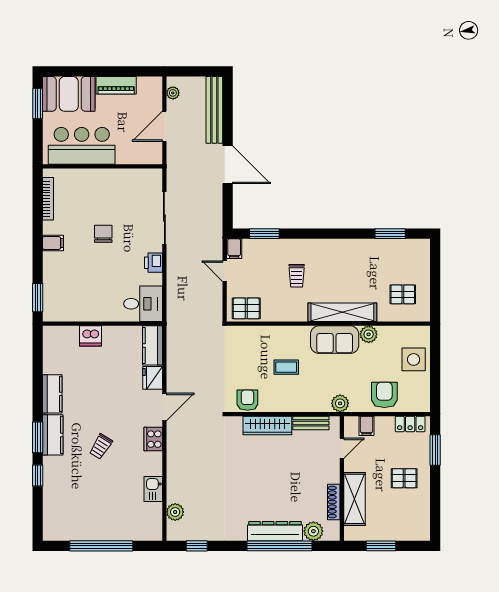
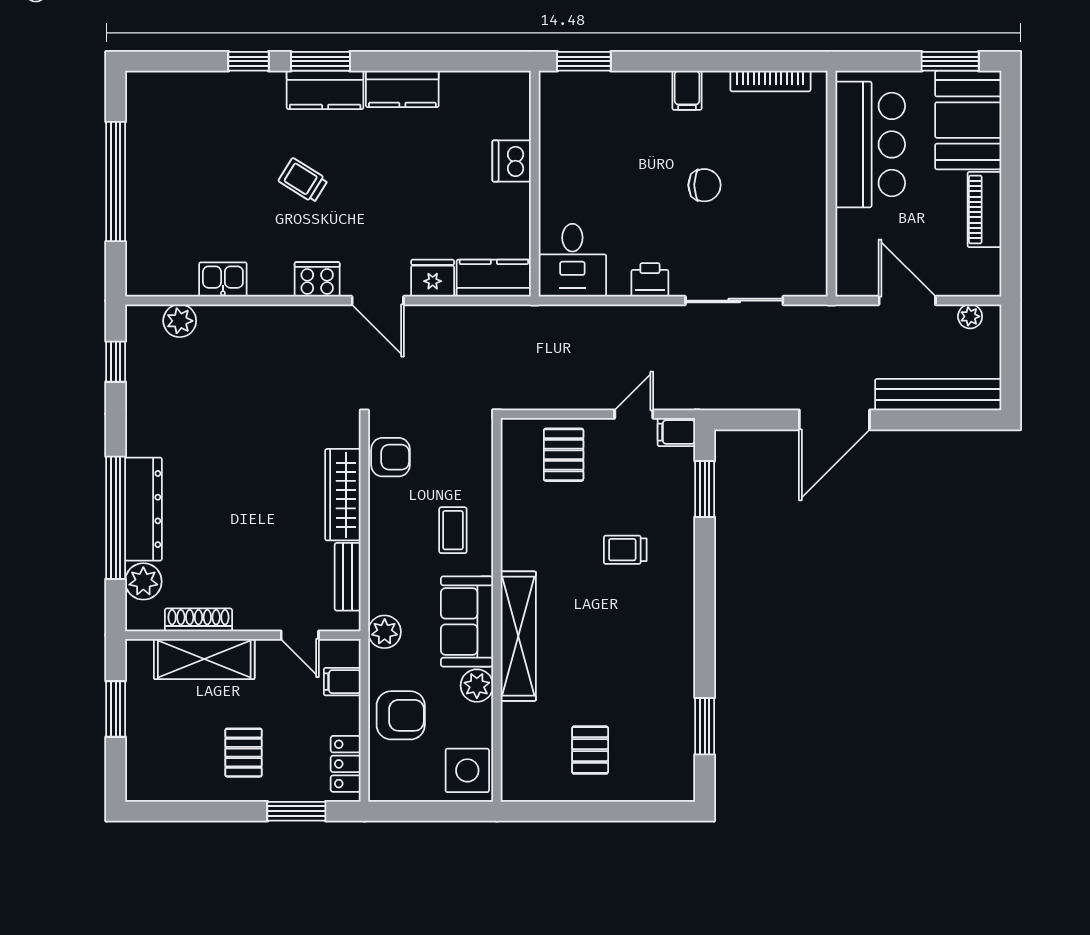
shelving: (342, 312) -> (518, 636), moved
wall: (328, 324) -> (497, 610), moved
plant: (369, 334) -> (477, 686), moved
sofa: (335, 340) -> (467, 622), moved

